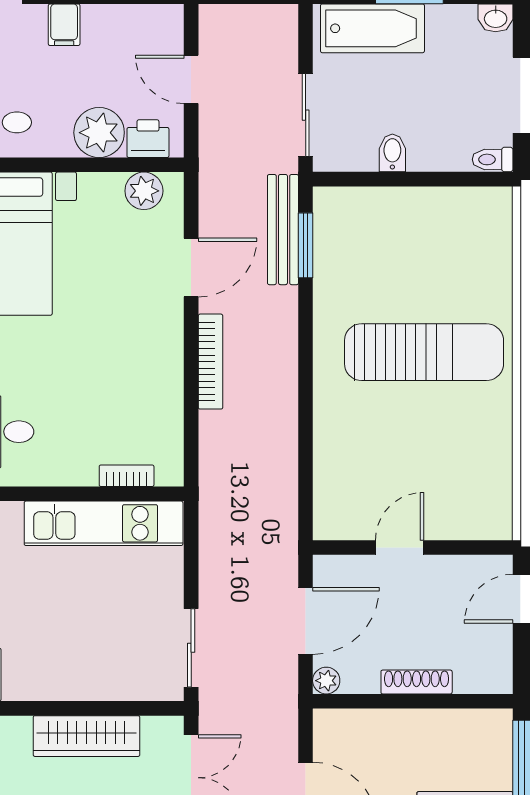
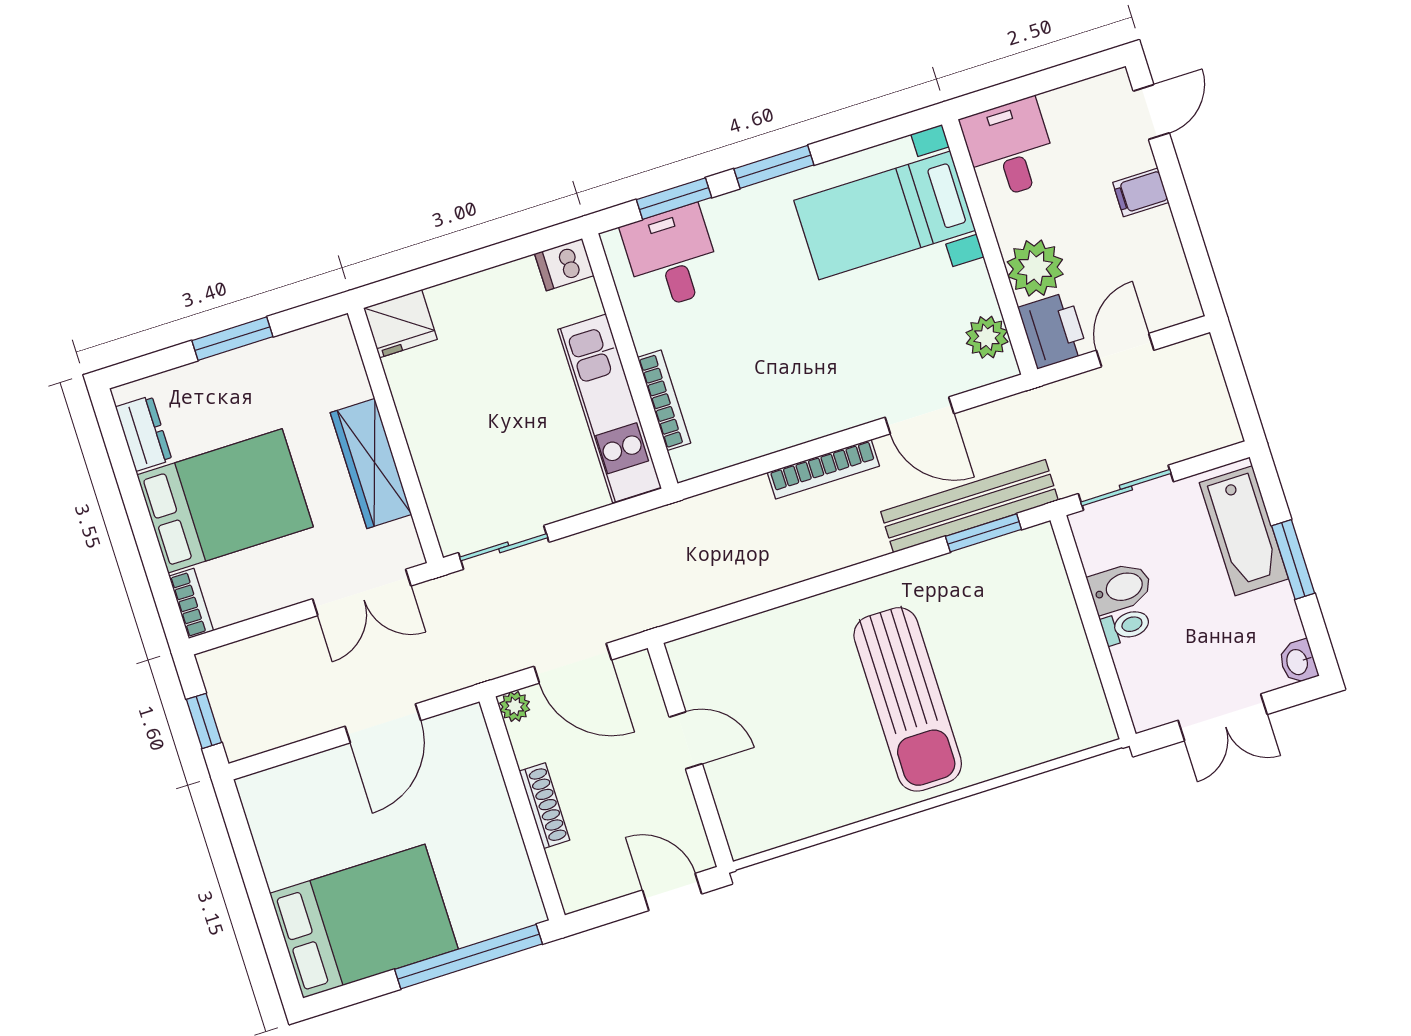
printer: (148, 139) -> (1053, 330), width x1.36, depth x1.24
bidet: (392, 153) -> (1120, 588), width x1.38, depth x1.36
toilet: (493, 159) -> (1126, 626), moved, turned 90
bench: (283, 230) -> (970, 506), width x1.37, depth x1.21
bookcase: (127, 476) -> (664, 400), width x1.56

